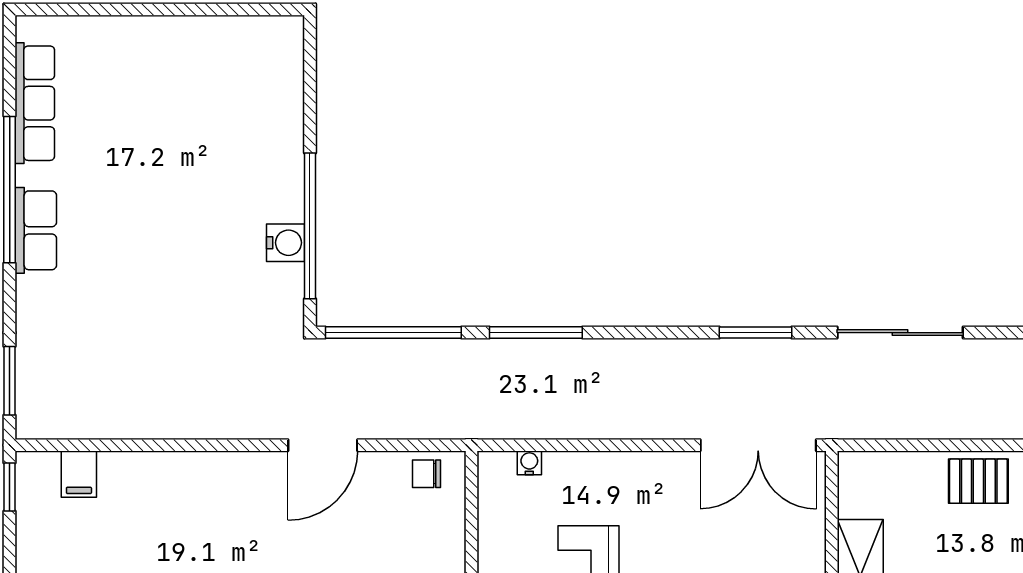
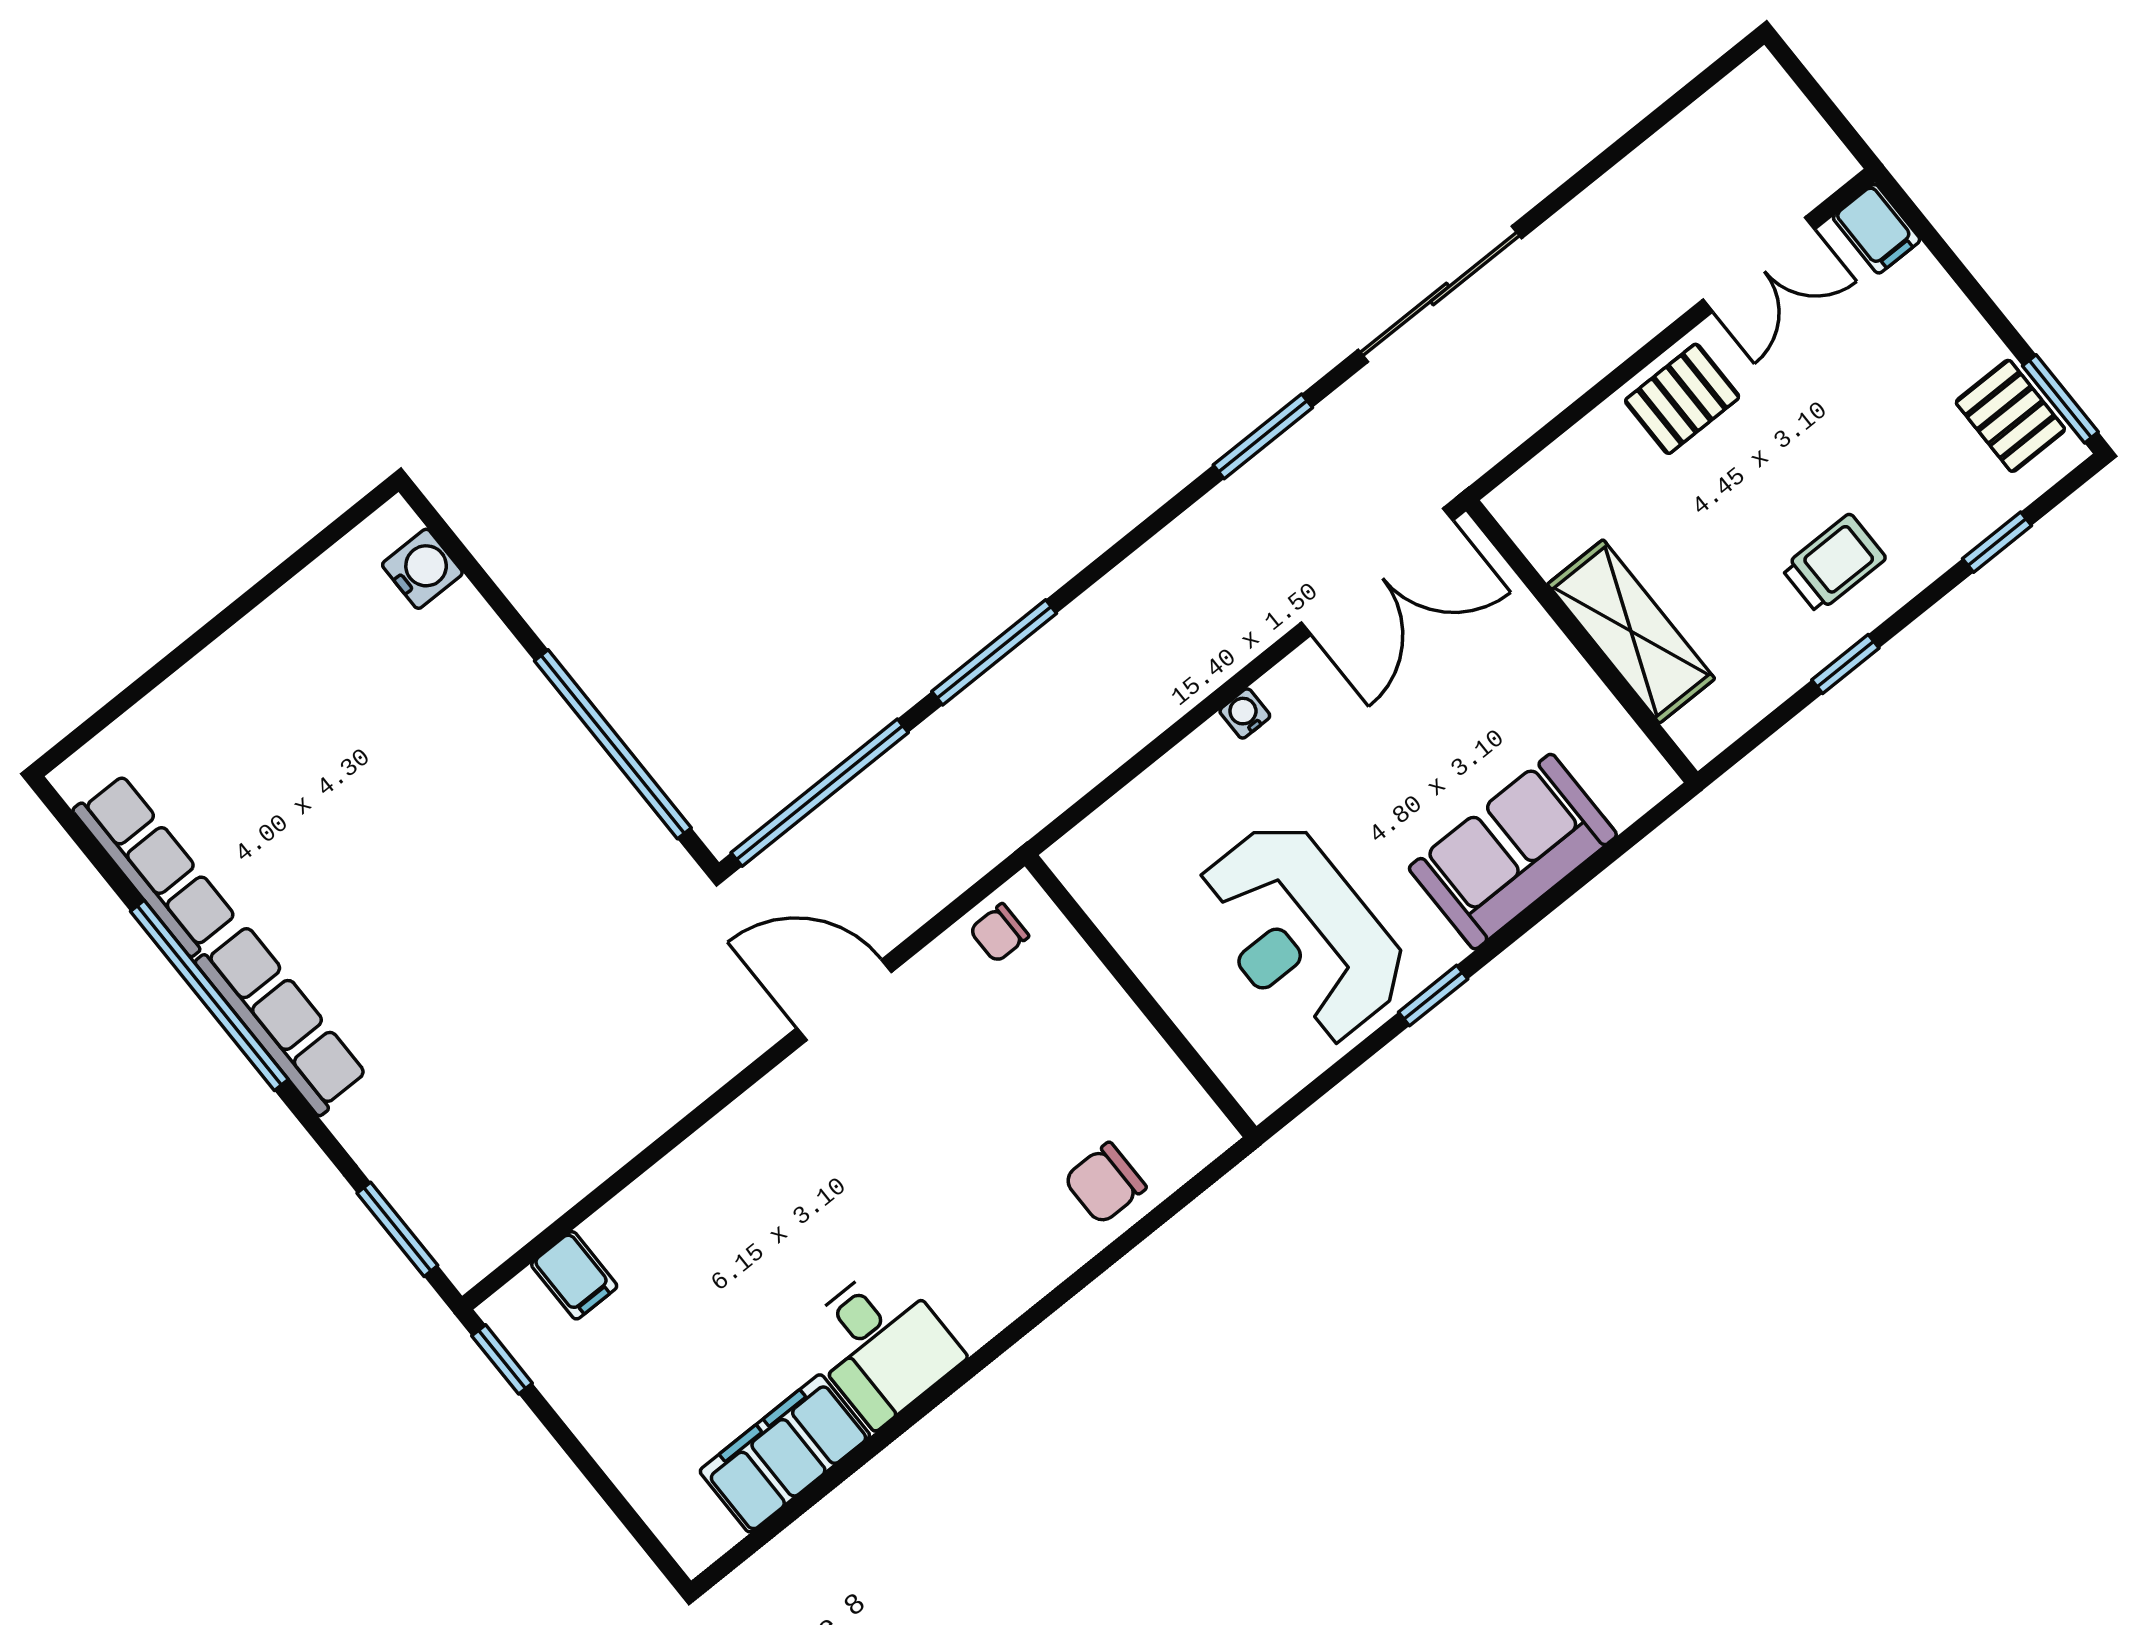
row of seats: (36, 230) -> (281, 1019), width x1.48
water cooler: (285, 243) -> (422, 569), moved
door: (323, 445) -> (844, 1000), swing flipped
water cooler: (529, 463) -> (1245, 713), moved

